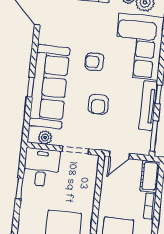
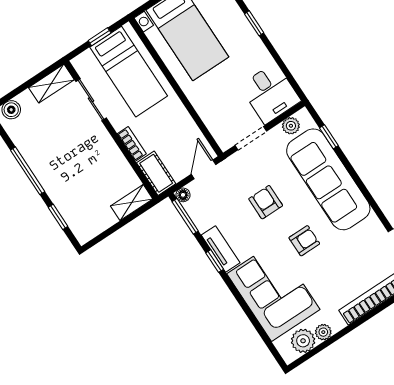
window: (30, 87) -> (329, 137), moved
tv unit: (148, 106) -> (221, 249), width x0.71
floor lamp: (144, 150) -> (183, 195), added
window: (19, 188) -> (254, 23), moved

